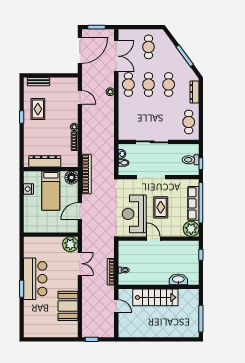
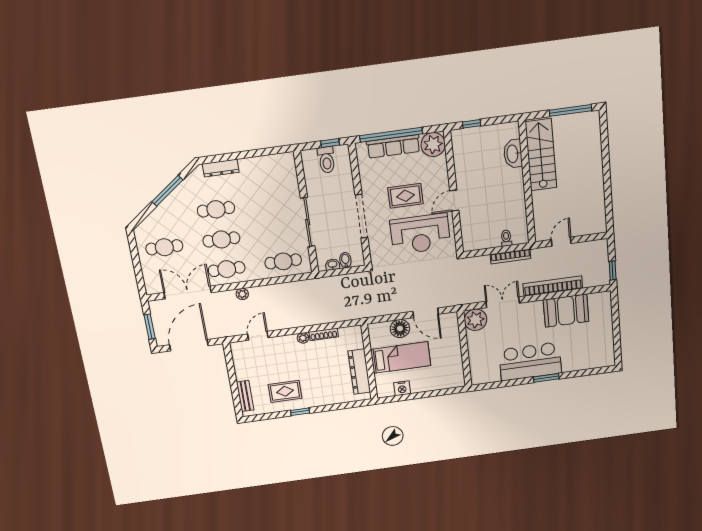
door: (80, 50) -> (189, 345), hinge flipped
cafe table: (189, 122) -> (283, 261), moved
bookcase: (86, 174) -> (553, 286), moved
floor lamp: (71, 178) -> (400, 329), moved
stairs: (155, 297) -> (541, 155), moved

